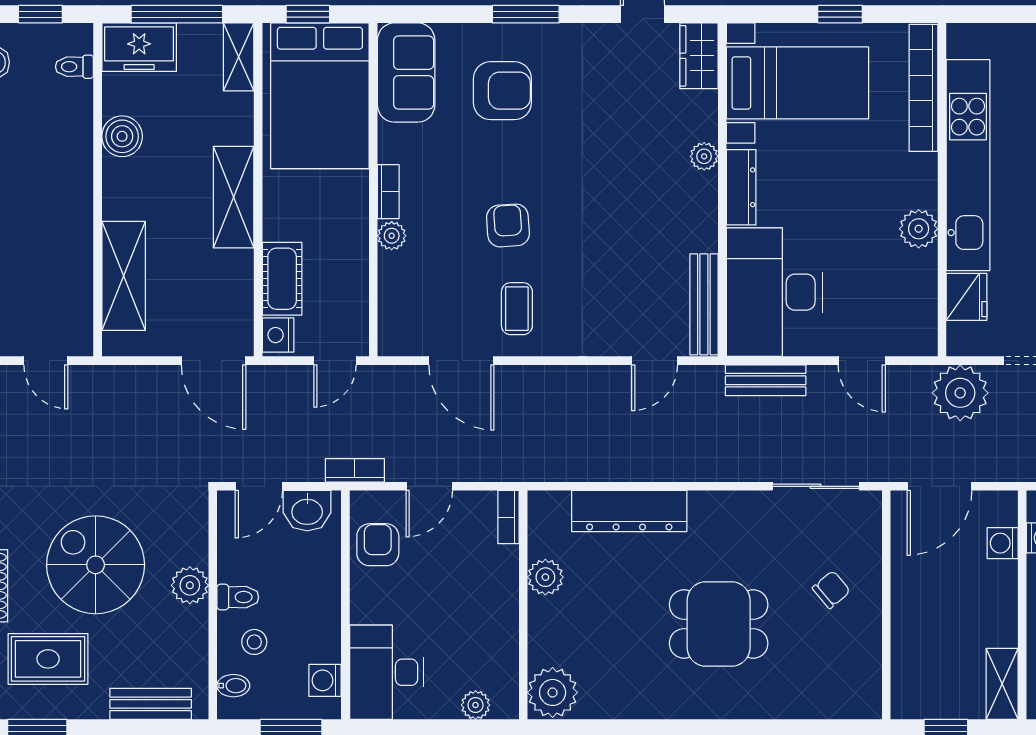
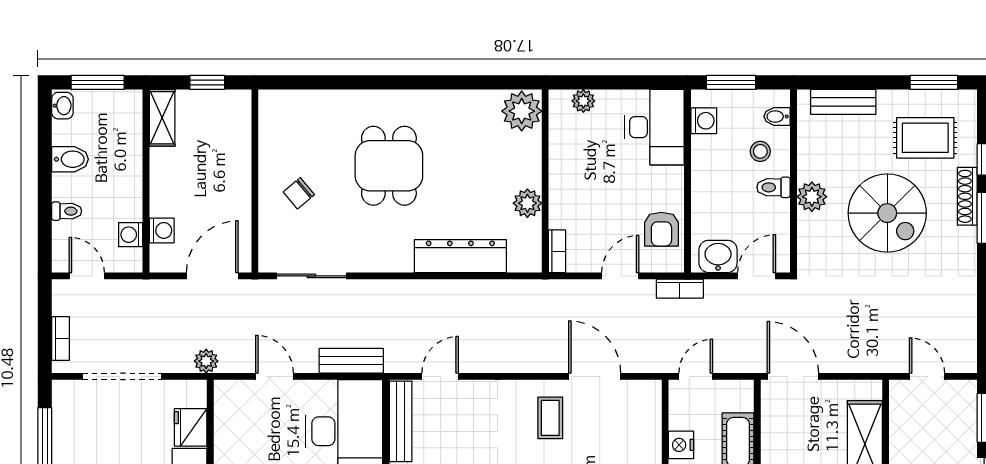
nightstand: (278, 335) -> (681, 445), moved, turned 180
plant: (960, 393) -> (206, 361), width x0.53, depth x0.53
dining table: (719, 624) -> (389, 166), turned 90

